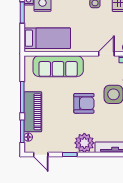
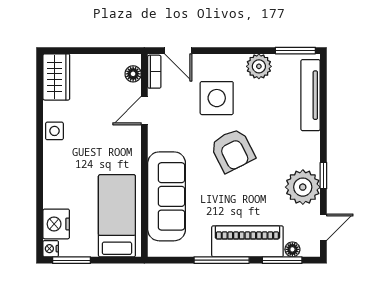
door: (106, 54) -> (144, 111), hinge flipped
armchair: (84, 103) -> (233, 150), turned 153
plant: (84, 143) -> (303, 187), moved

